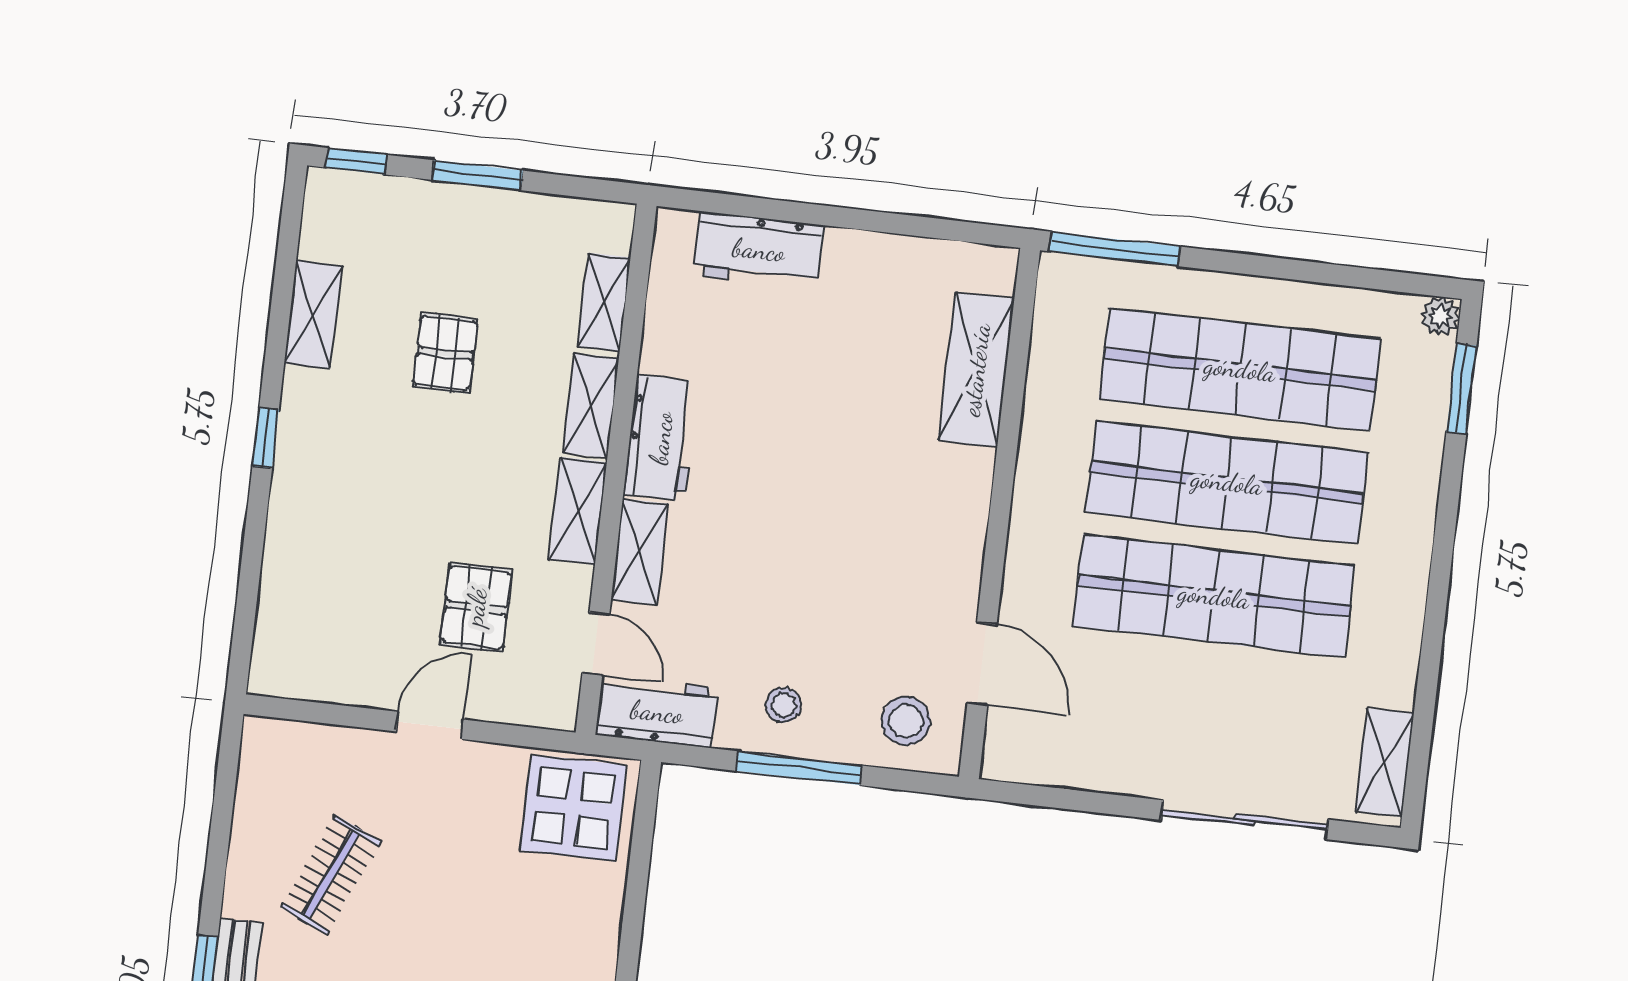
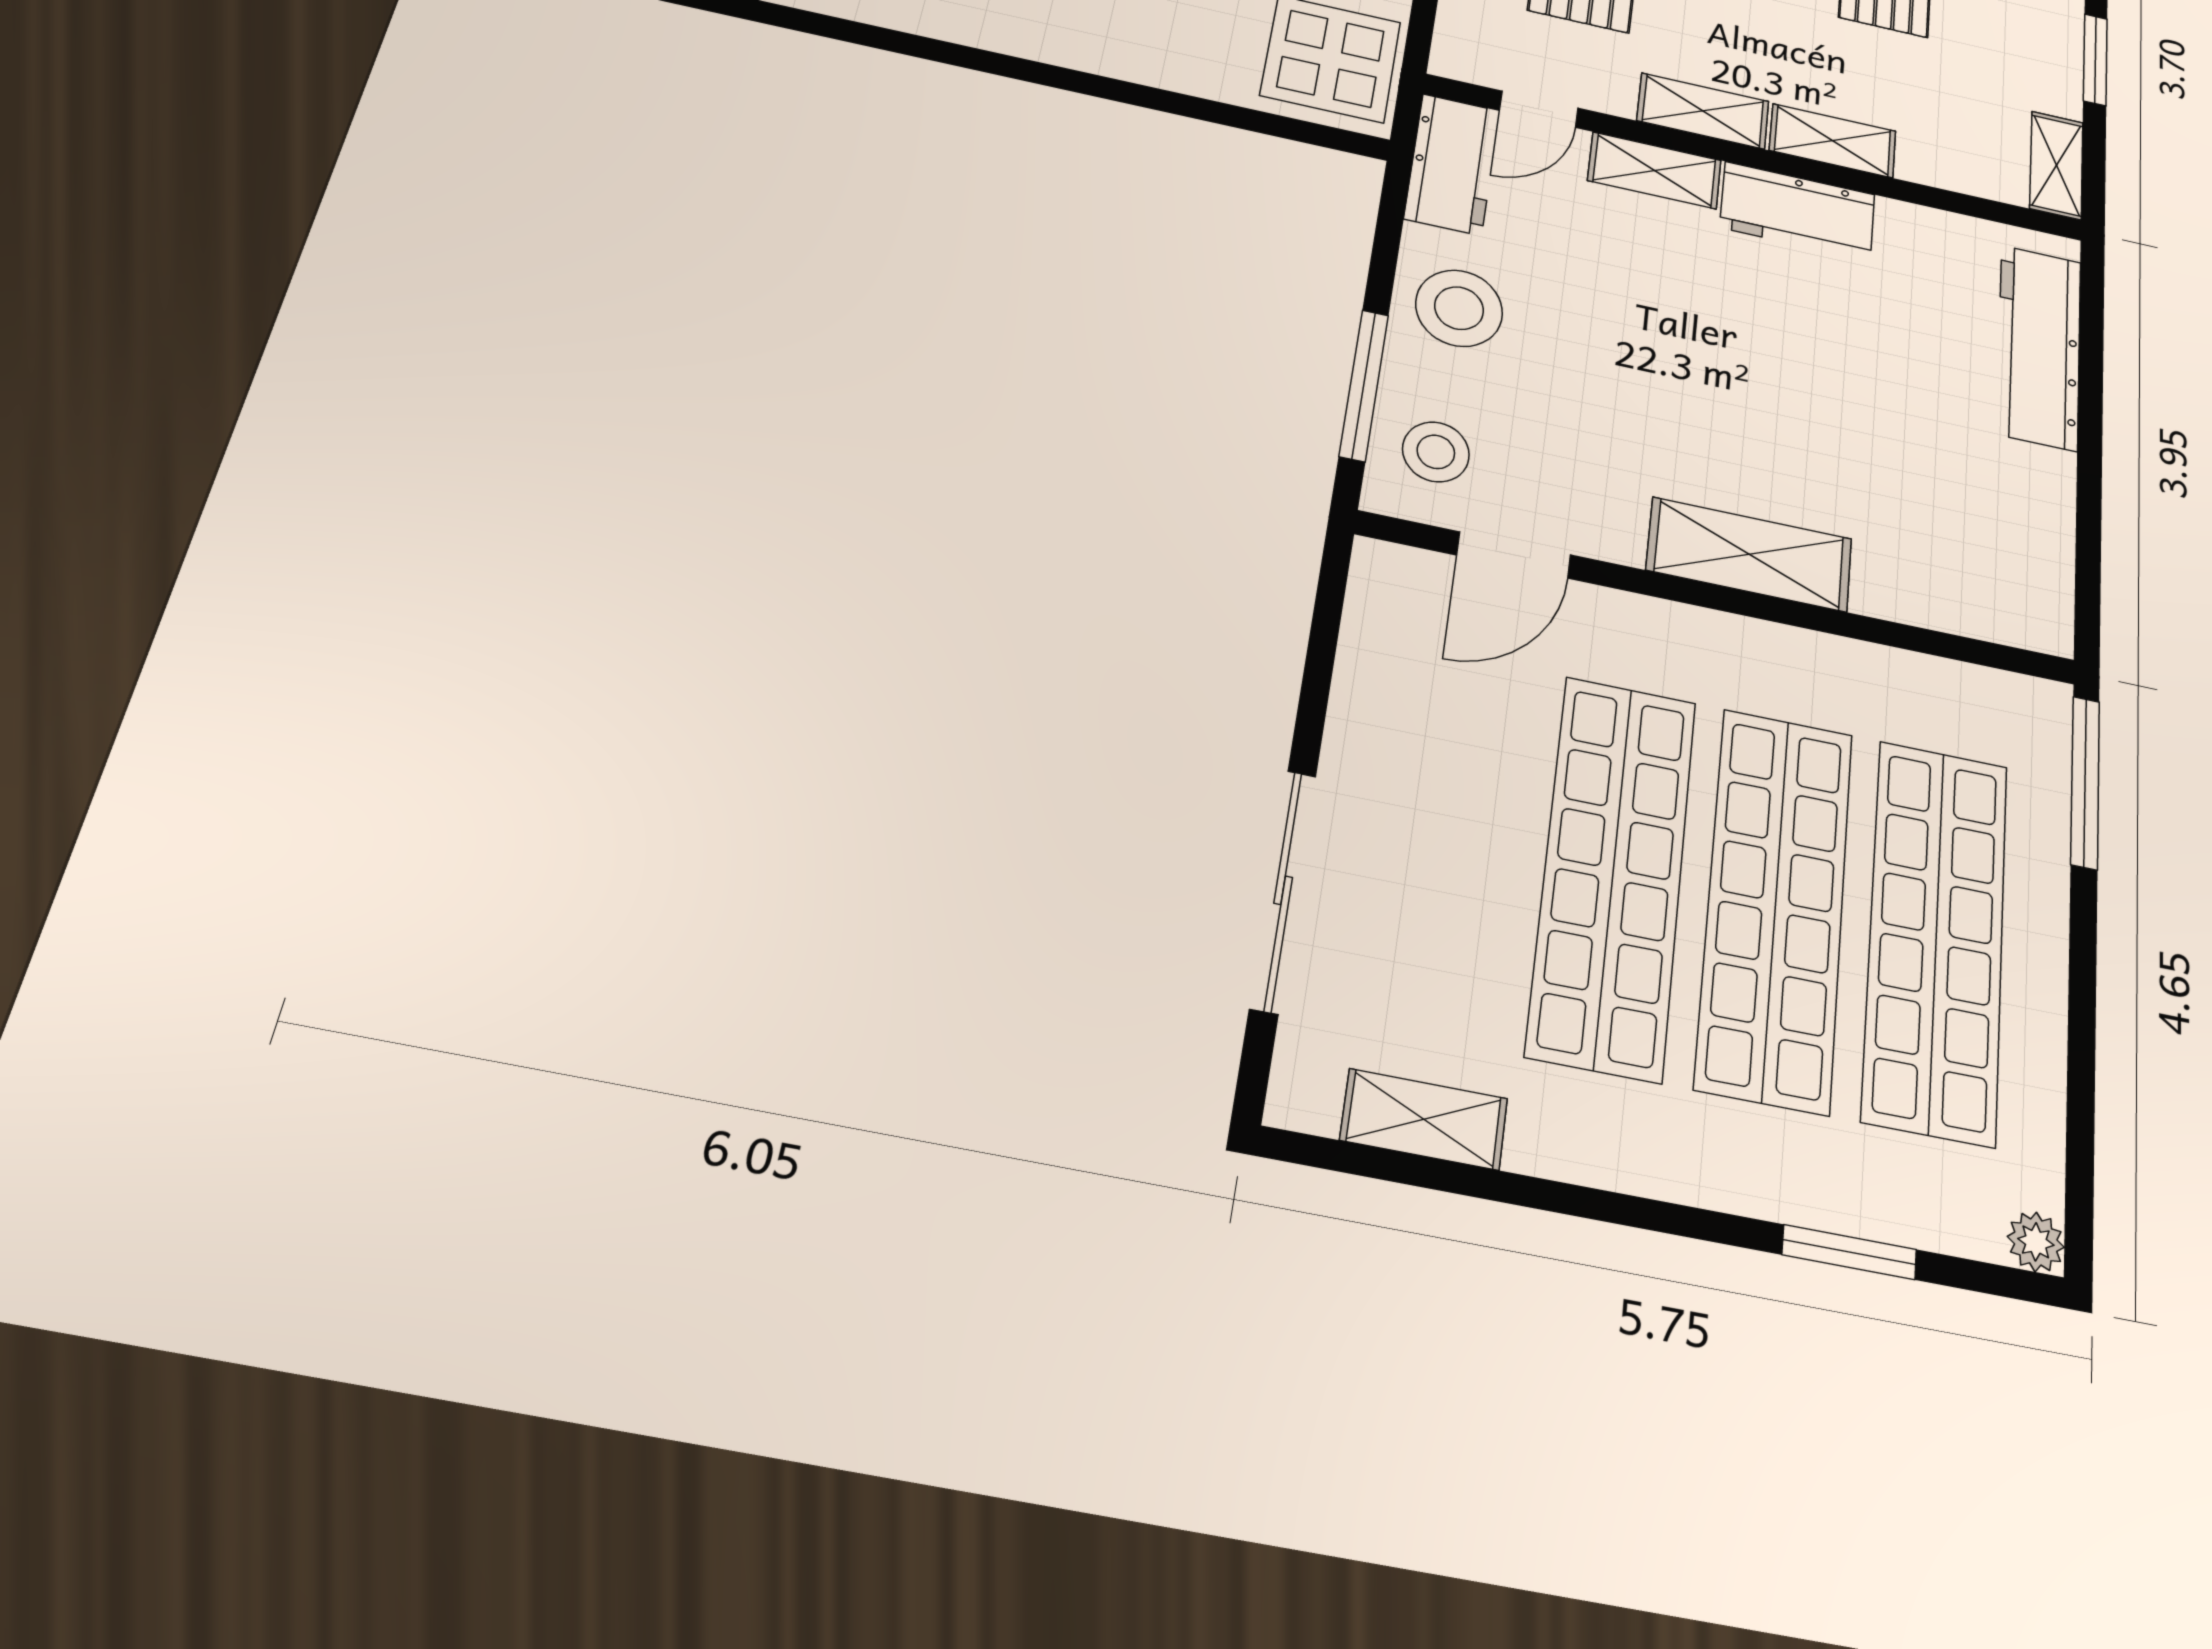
workbench: (759, 250) -> (2039, 347), width x1.38
shelving: (604, 302) -> (2056, 165), moved, turned 90
shelving: (976, 370) -> (1749, 554), moved
window: (1461, 389) -> (1849, 1252), moved
stool: (784, 705) -> (1459, 308), width x1.89, depth x1.89
shelving: (1385, 763) -> (1424, 1119), moved
window: (799, 768) -> (1364, 385), moved

